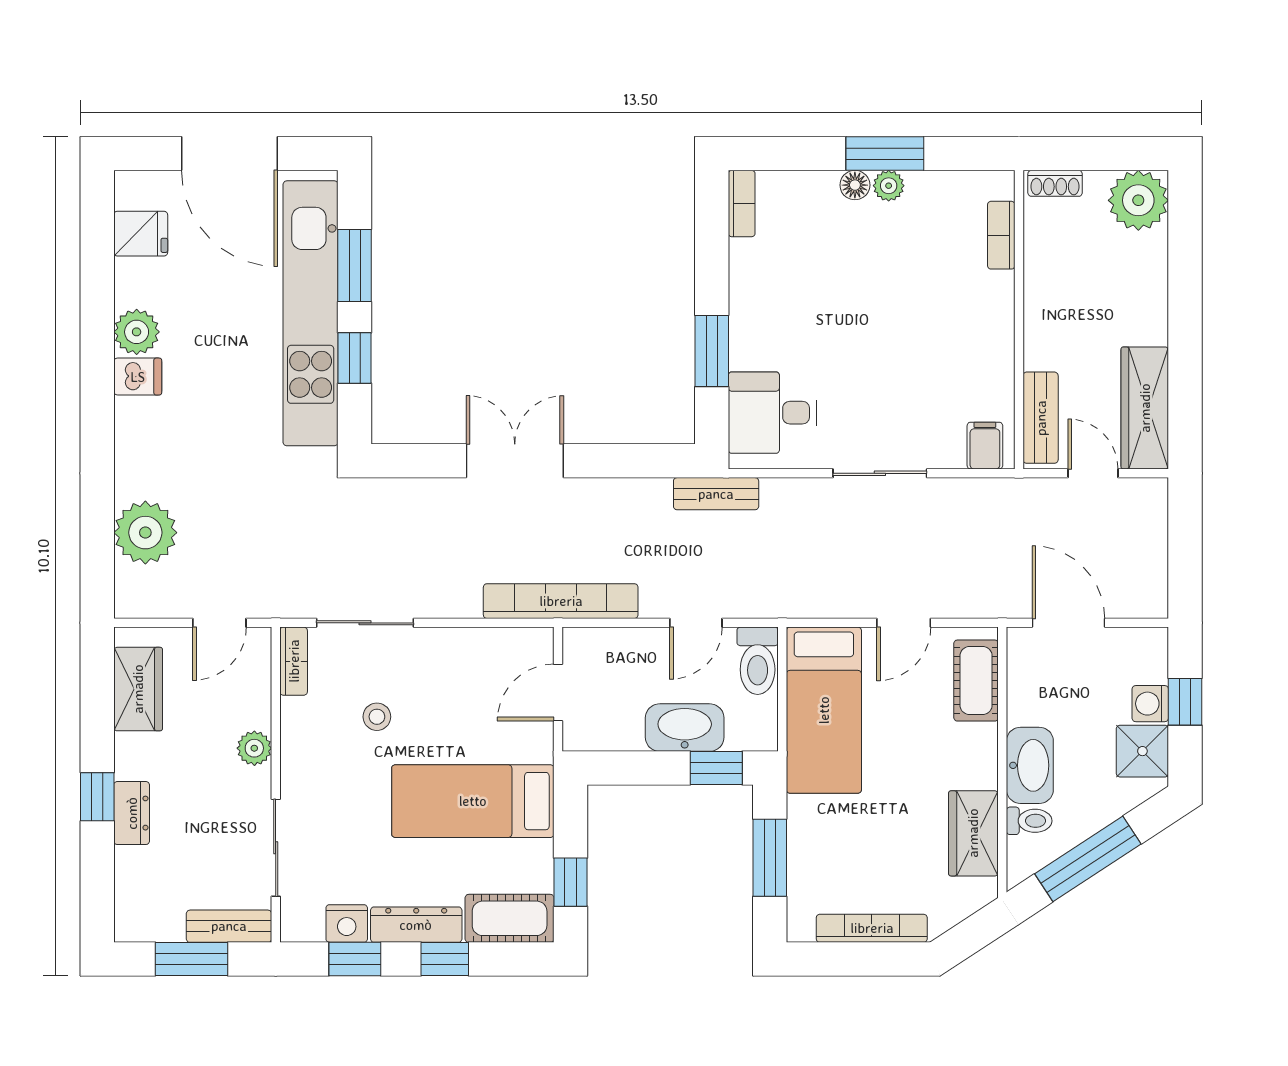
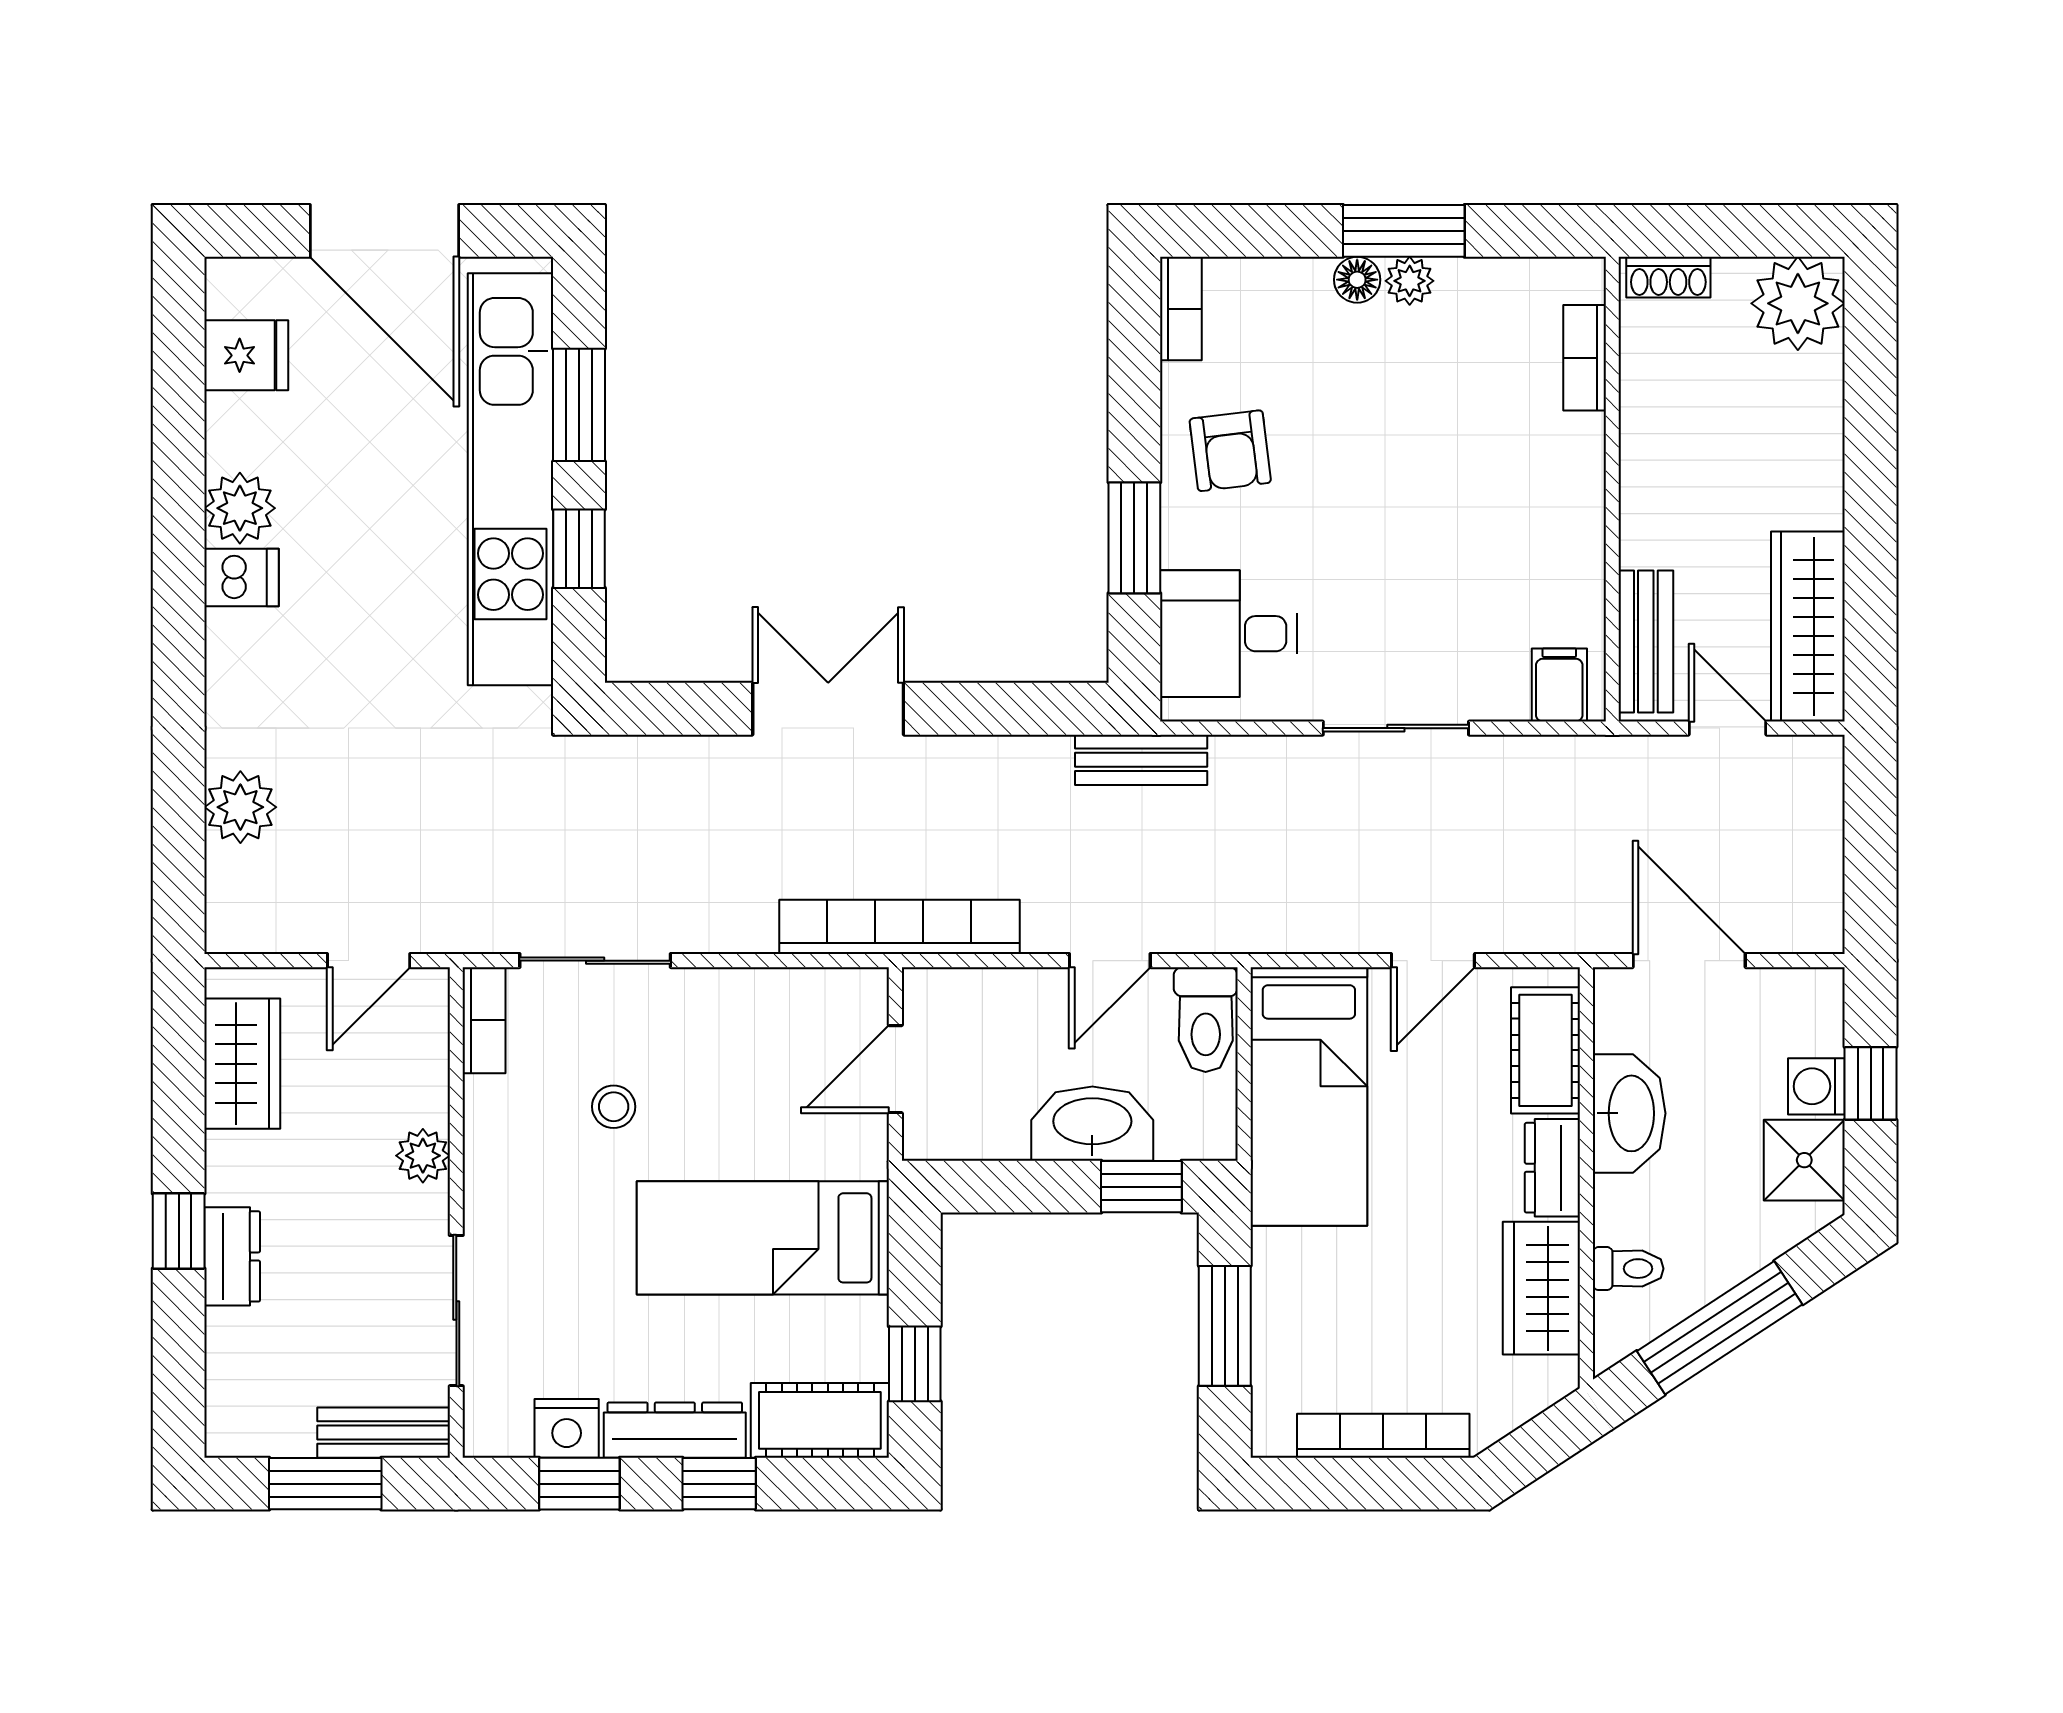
armchair: (773, 295) -> (1230, 451), added
plant: (145, 533) -> (240, 807), width x0.73, depth x0.73
dresser: (981, 756) -> (1552, 1168), added
washbasin: (1030, 765) -> (1629, 1113), moved

